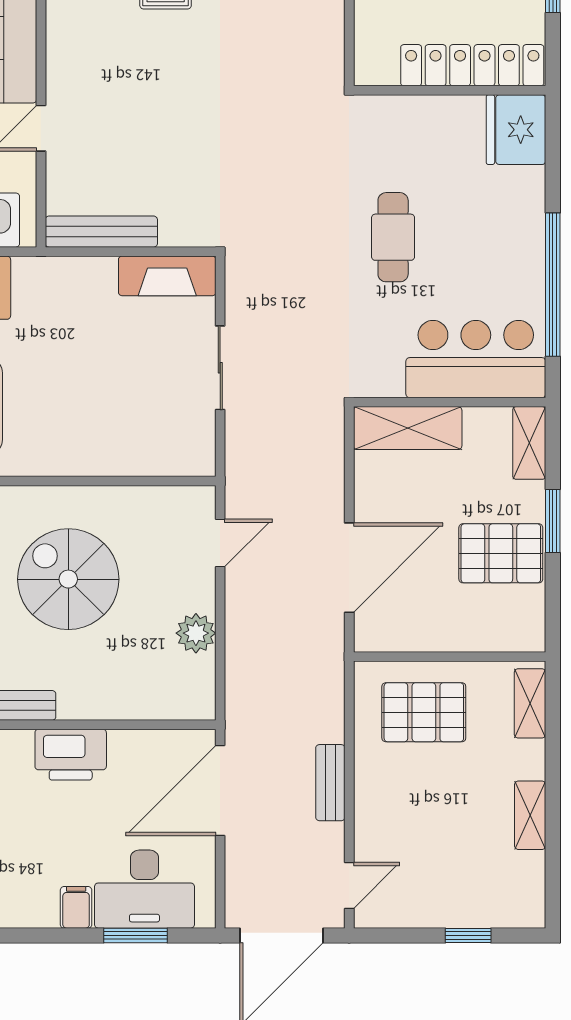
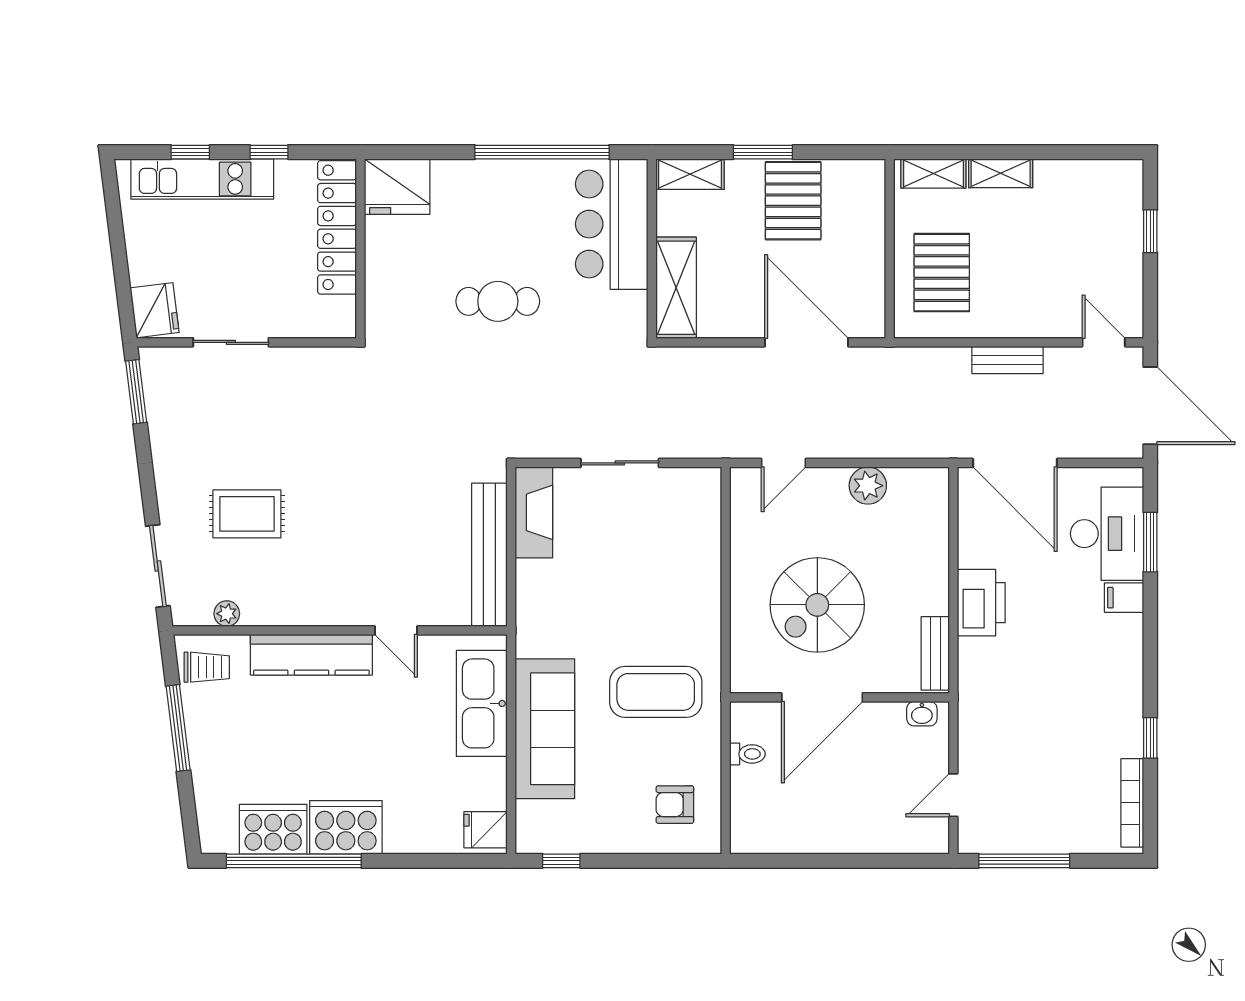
bench: (101, 232) -> (489, 555), width x1.37, depth x1.21
door: (220, 543) -> (783, 463), swing flipped
shelving: (530, 815) -> (1001, 173), moved

